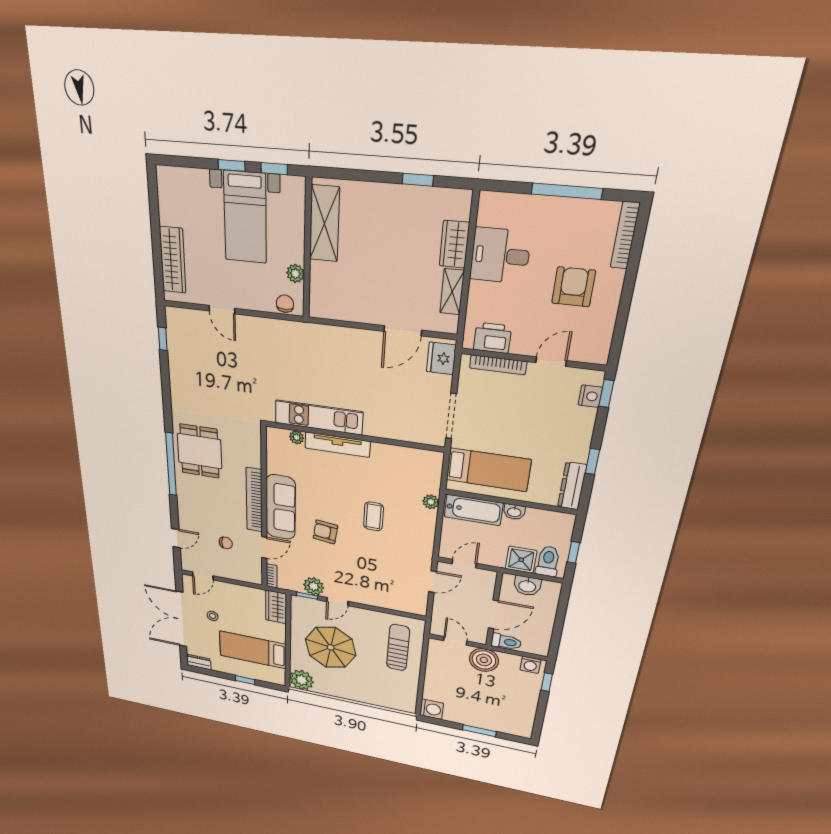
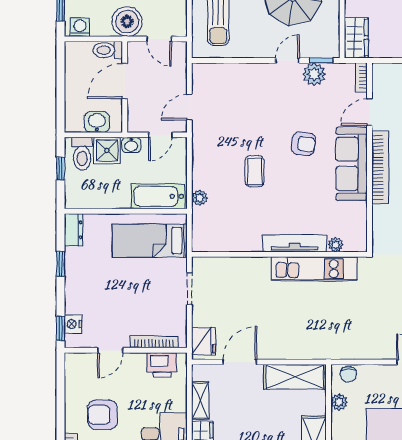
armchair: (574, 287) -> (103, 415), turned 90
shelving: (343, 307) -> (295, 377), added
doorway: (451, 416) -> (189, 289), width x0.73
dresser: (572, 486) -> (74, 230), width x0.70
washbasin: (514, 512) -> (131, 145), moved, turned 180

